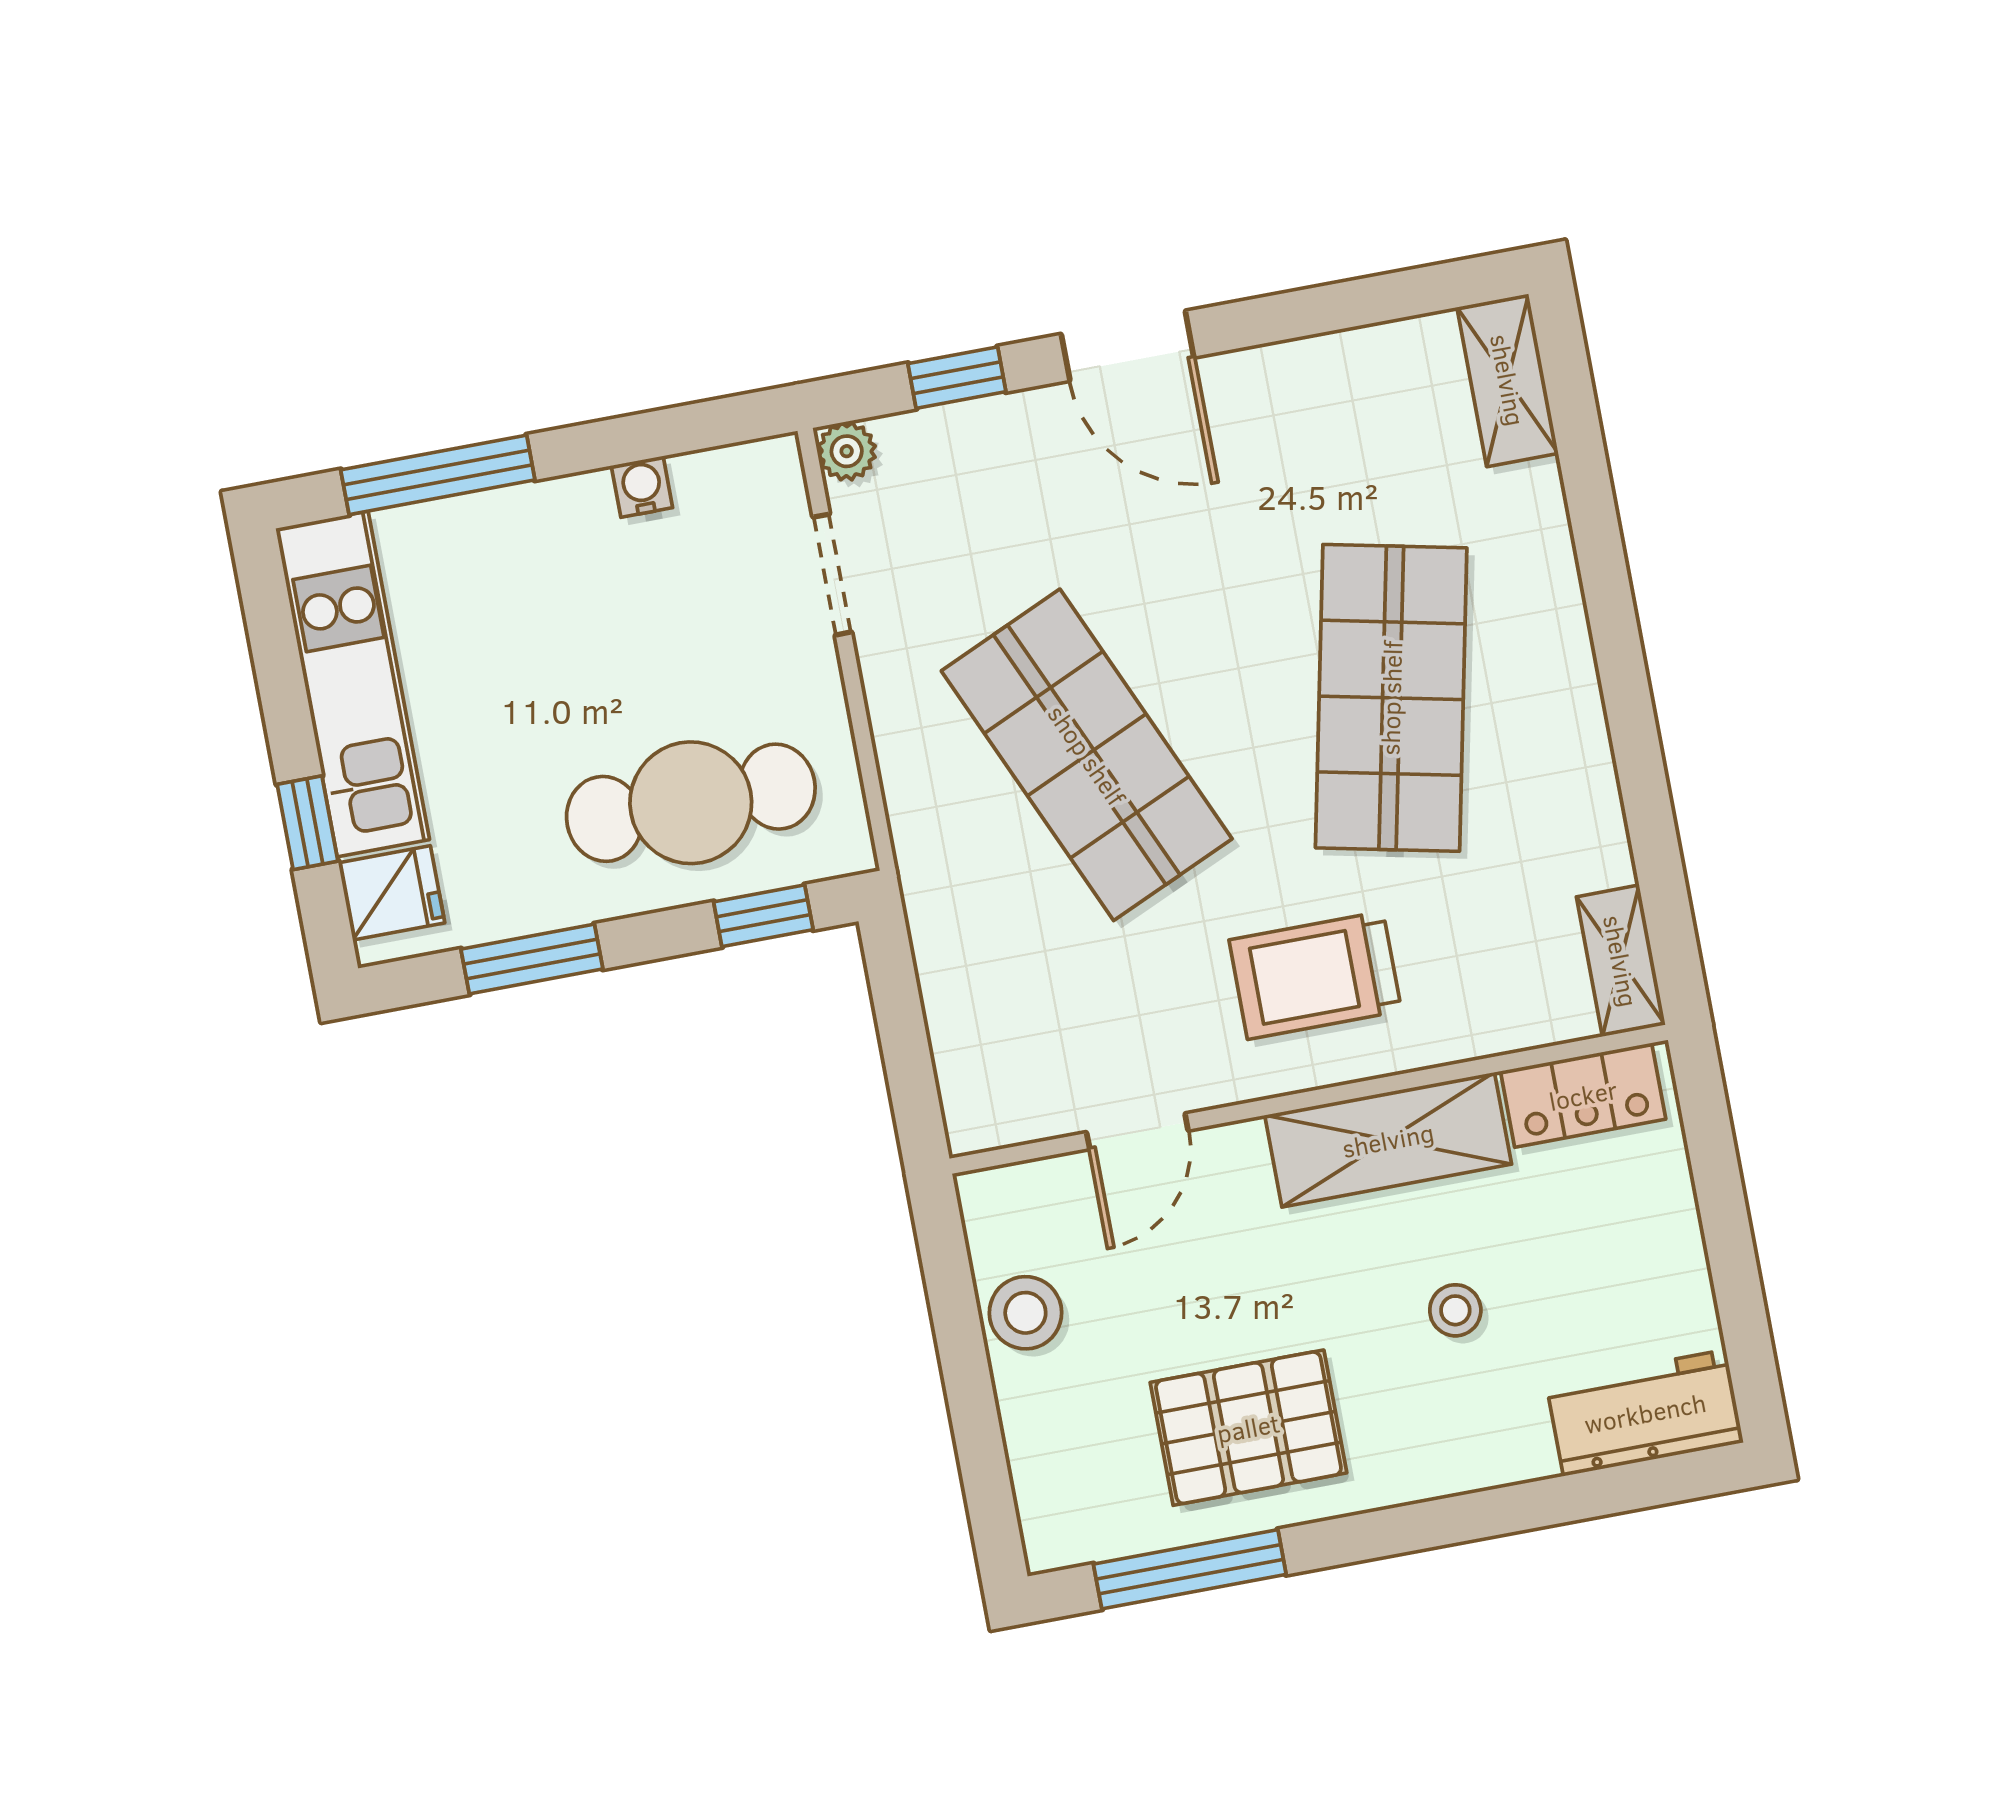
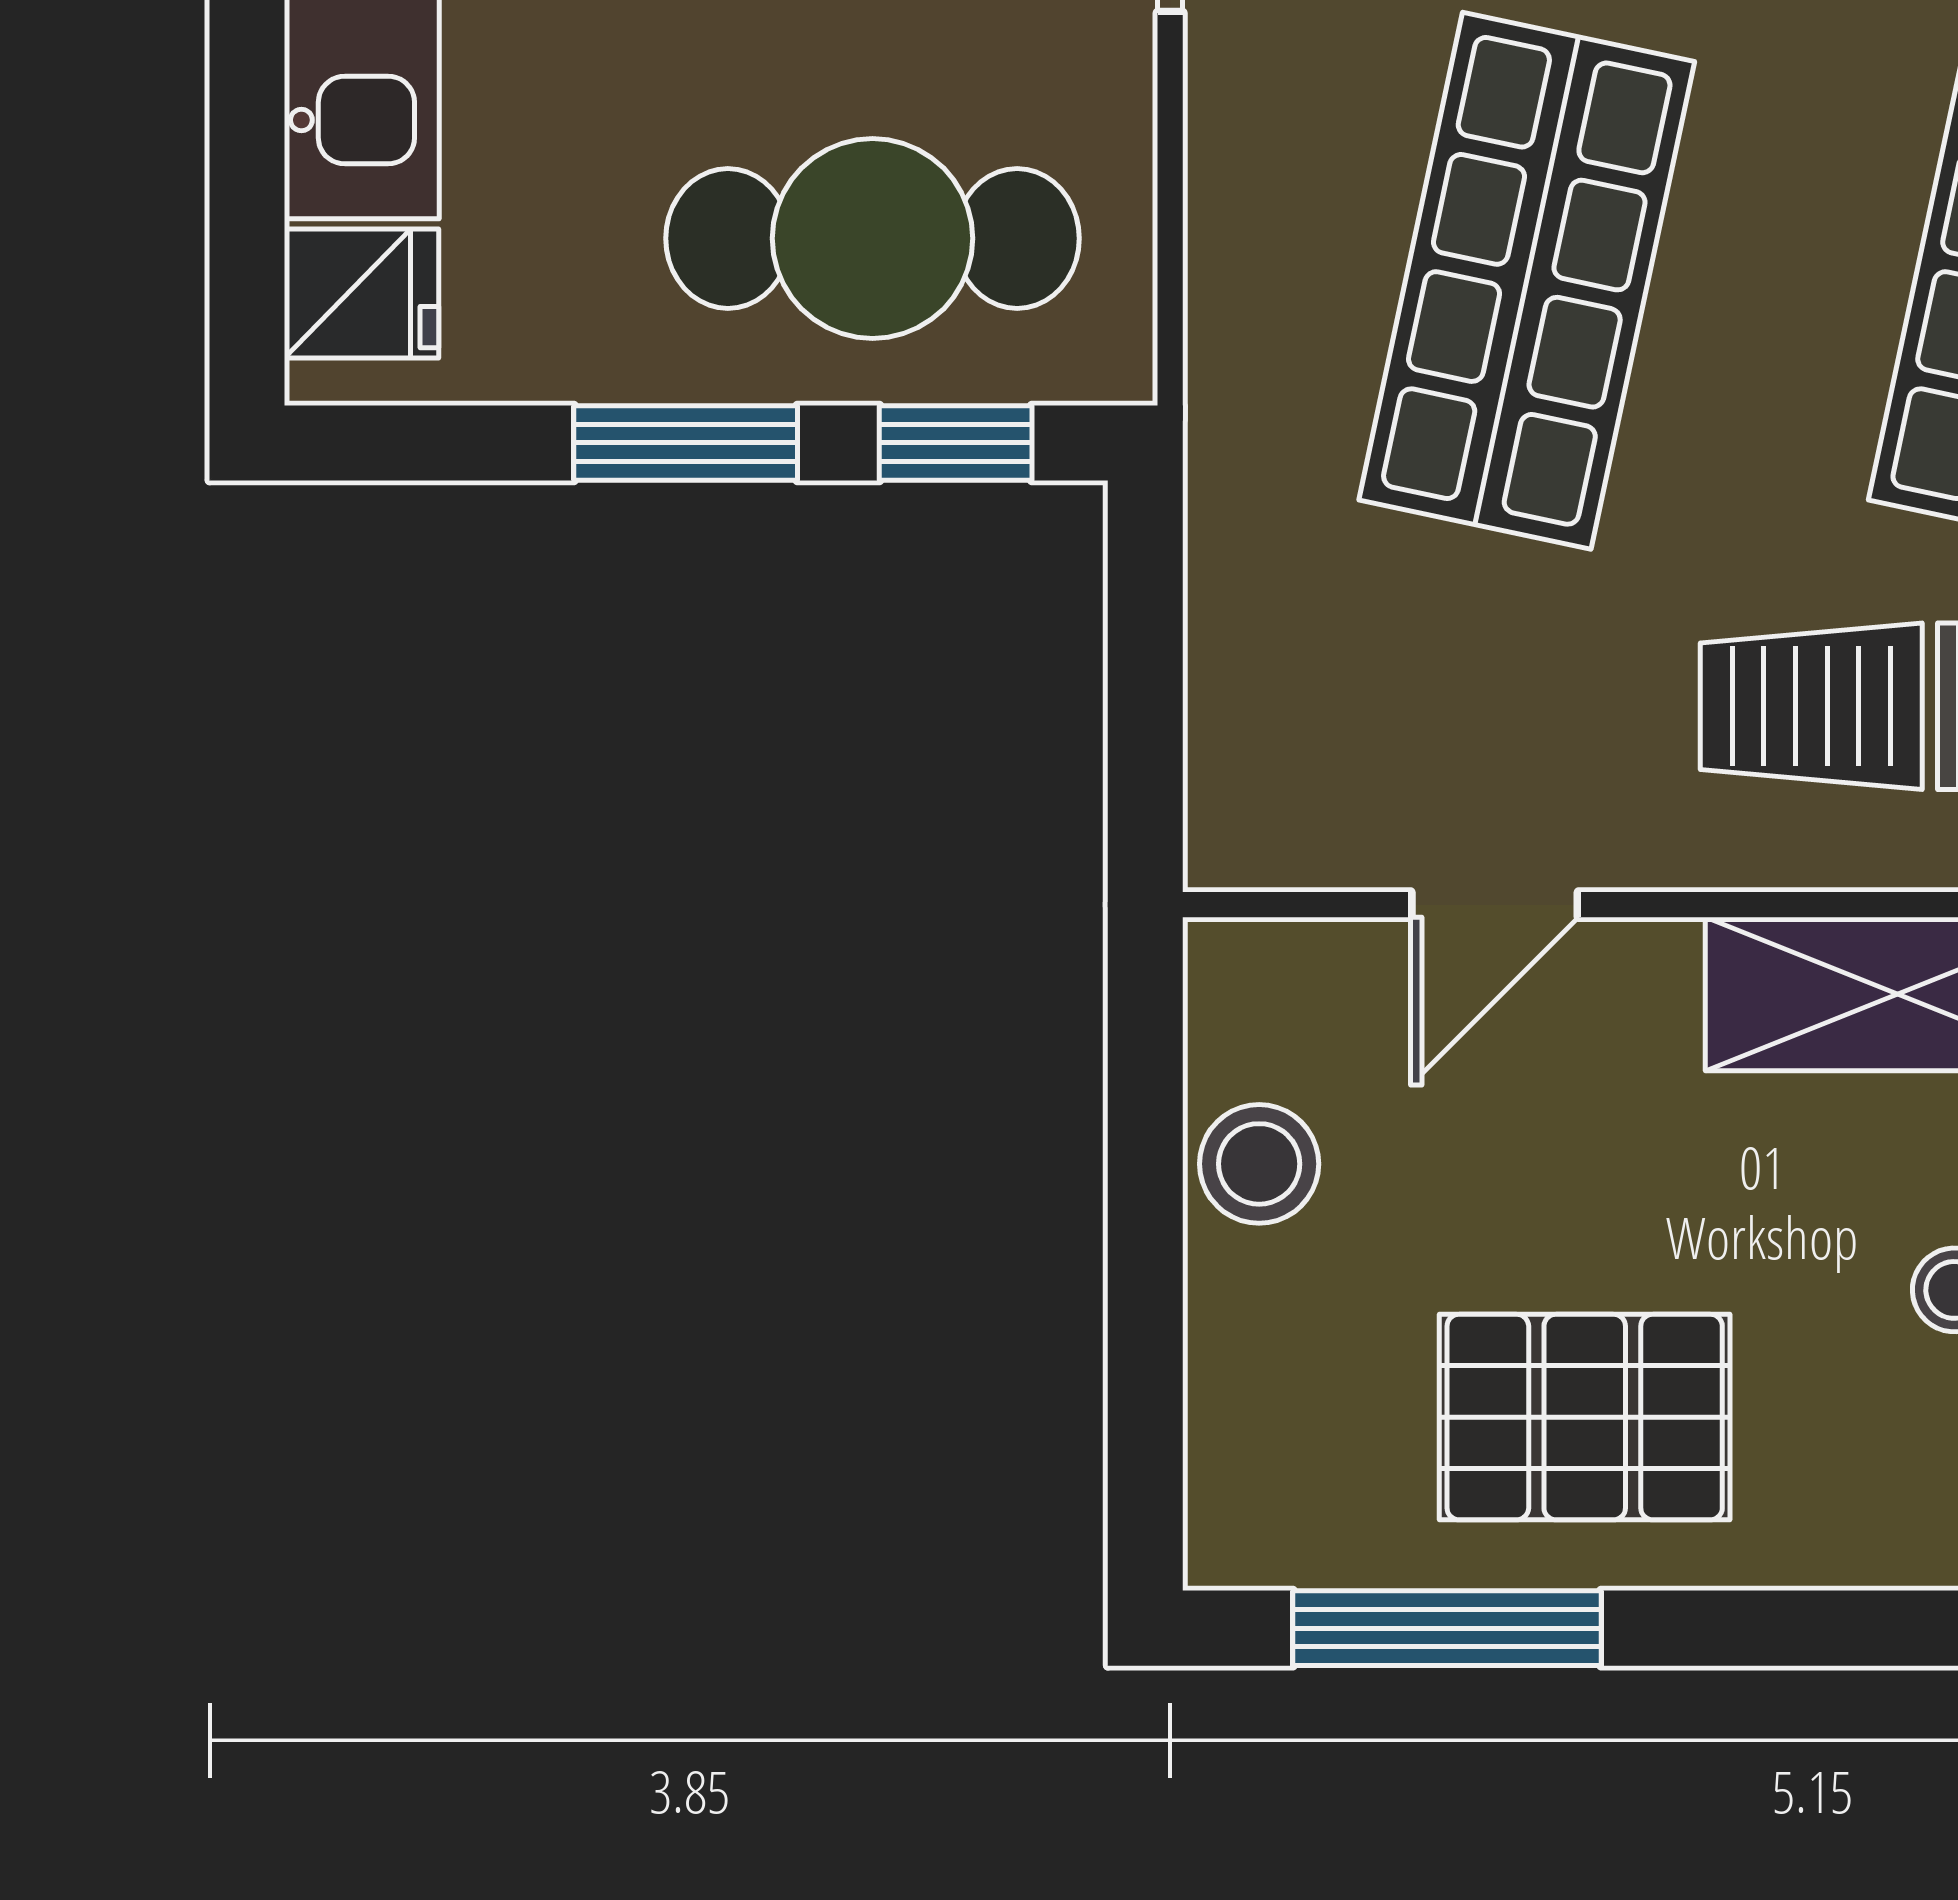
shop shelf: (1087, 755) -> (1527, 281), turned 36
window: (307, 823) -> (247, 155), removed
window: (532, 959) -> (686, 443), moved

